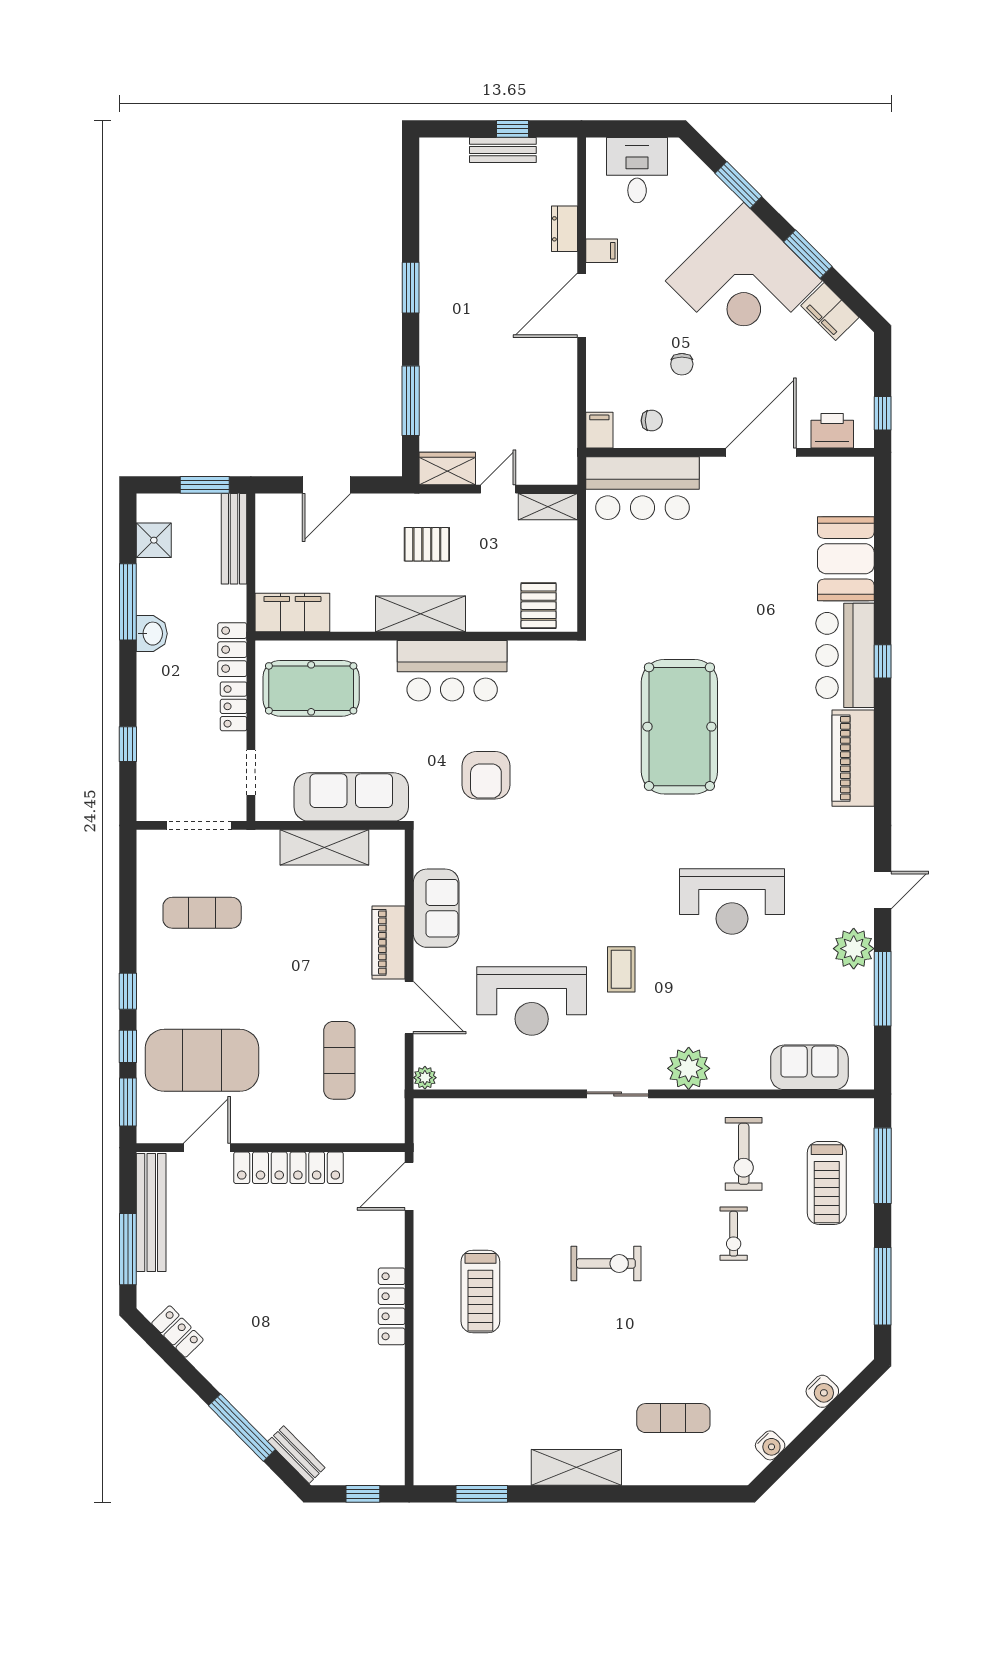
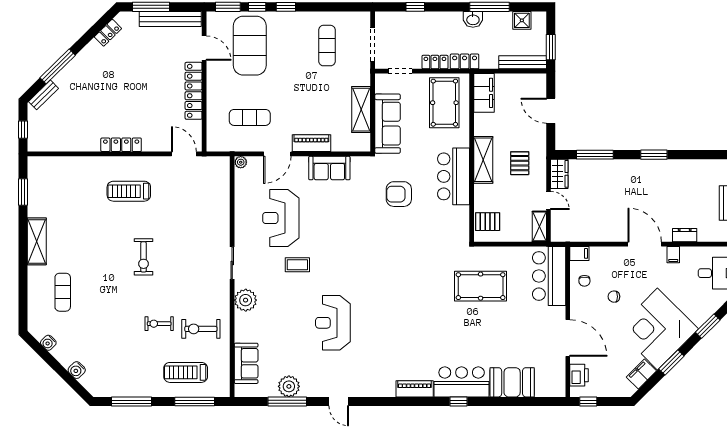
pool table: (679, 727) -> (481, 286), moved, width x0.73, depth x0.76
piano: (853, 758) -> (415, 389), width x0.73, depth x0.75
plant: (854, 949) -> (289, 386), moved

